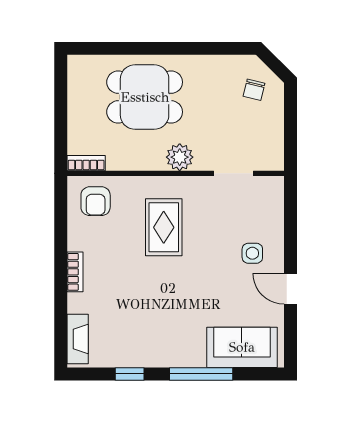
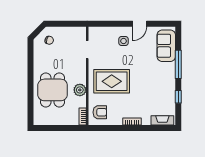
plant: (180, 157) -> (80, 90), moved
rug: (164, 227) -> (112, 81), width x1.36, depth x1.43

